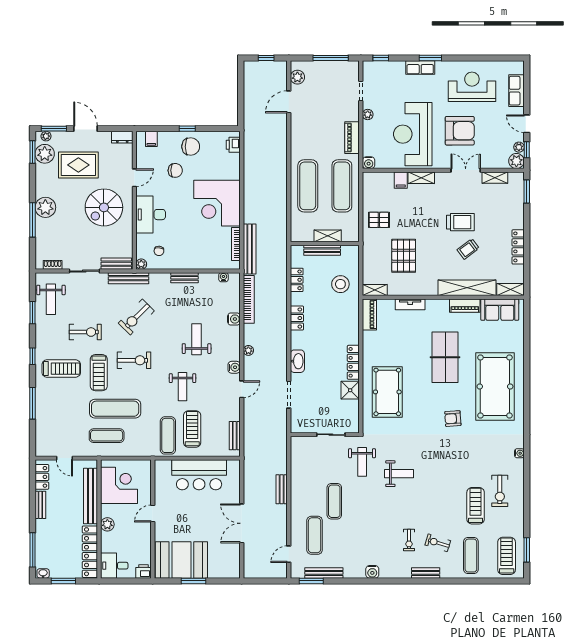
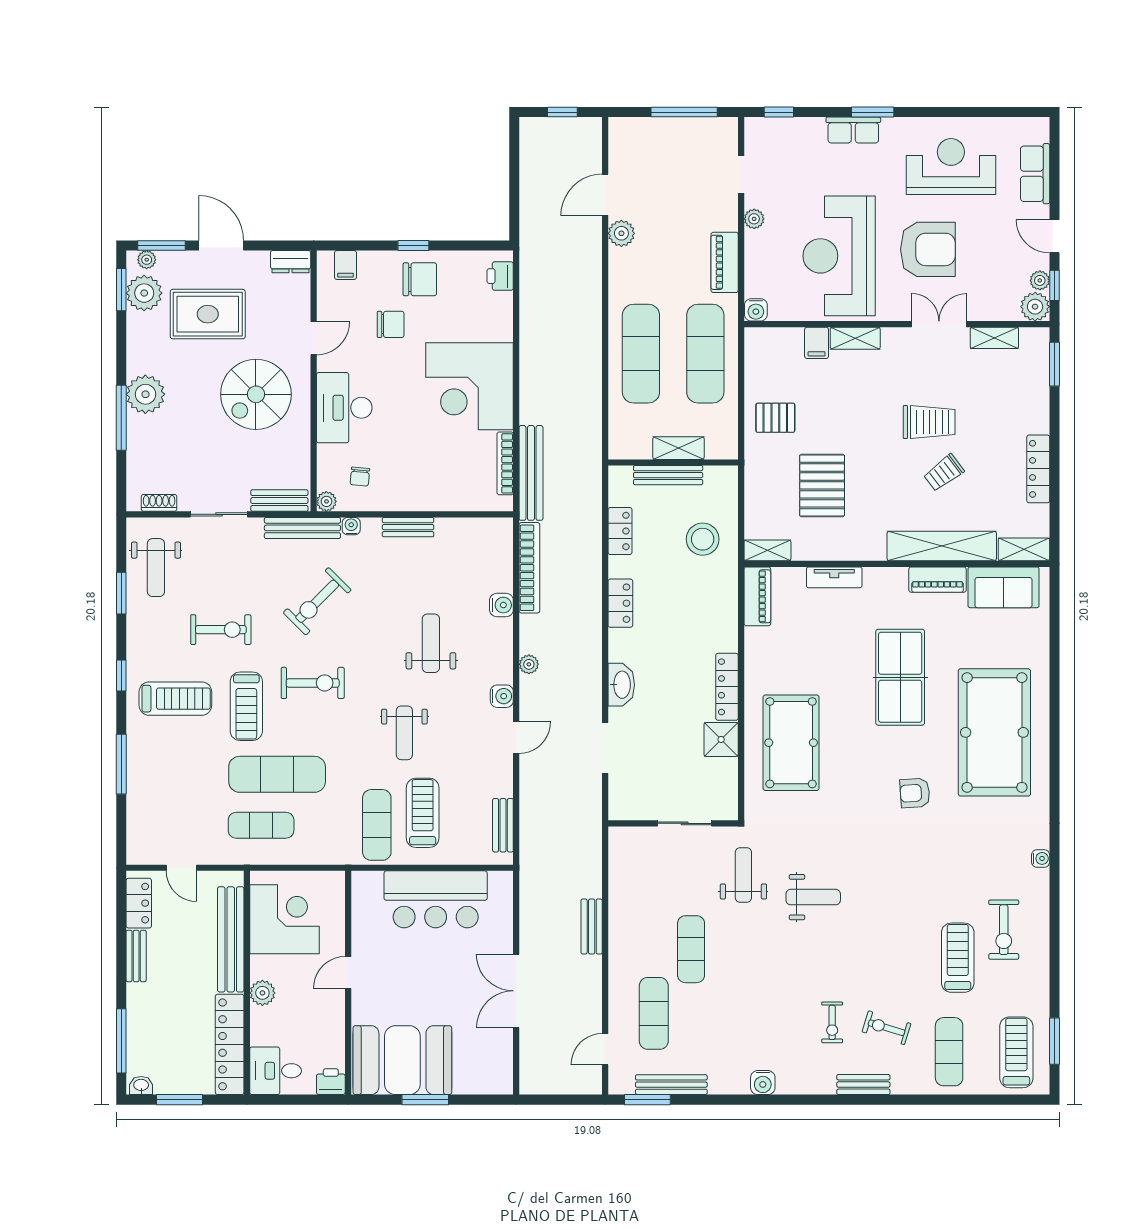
plant: (297, 77) -> (621, 233), moved
water cooler: (223, 277) -> (351, 526), moved
weight bench: (362, 462) -> (743, 875), turned 180

